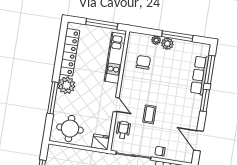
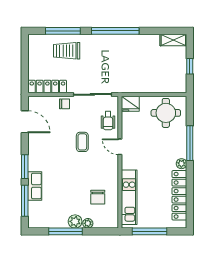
row of seats: (200, 75) -> (35, 186), width x0.68
plant: (67, 85) -> (181, 164), width x0.53, depth x0.53

